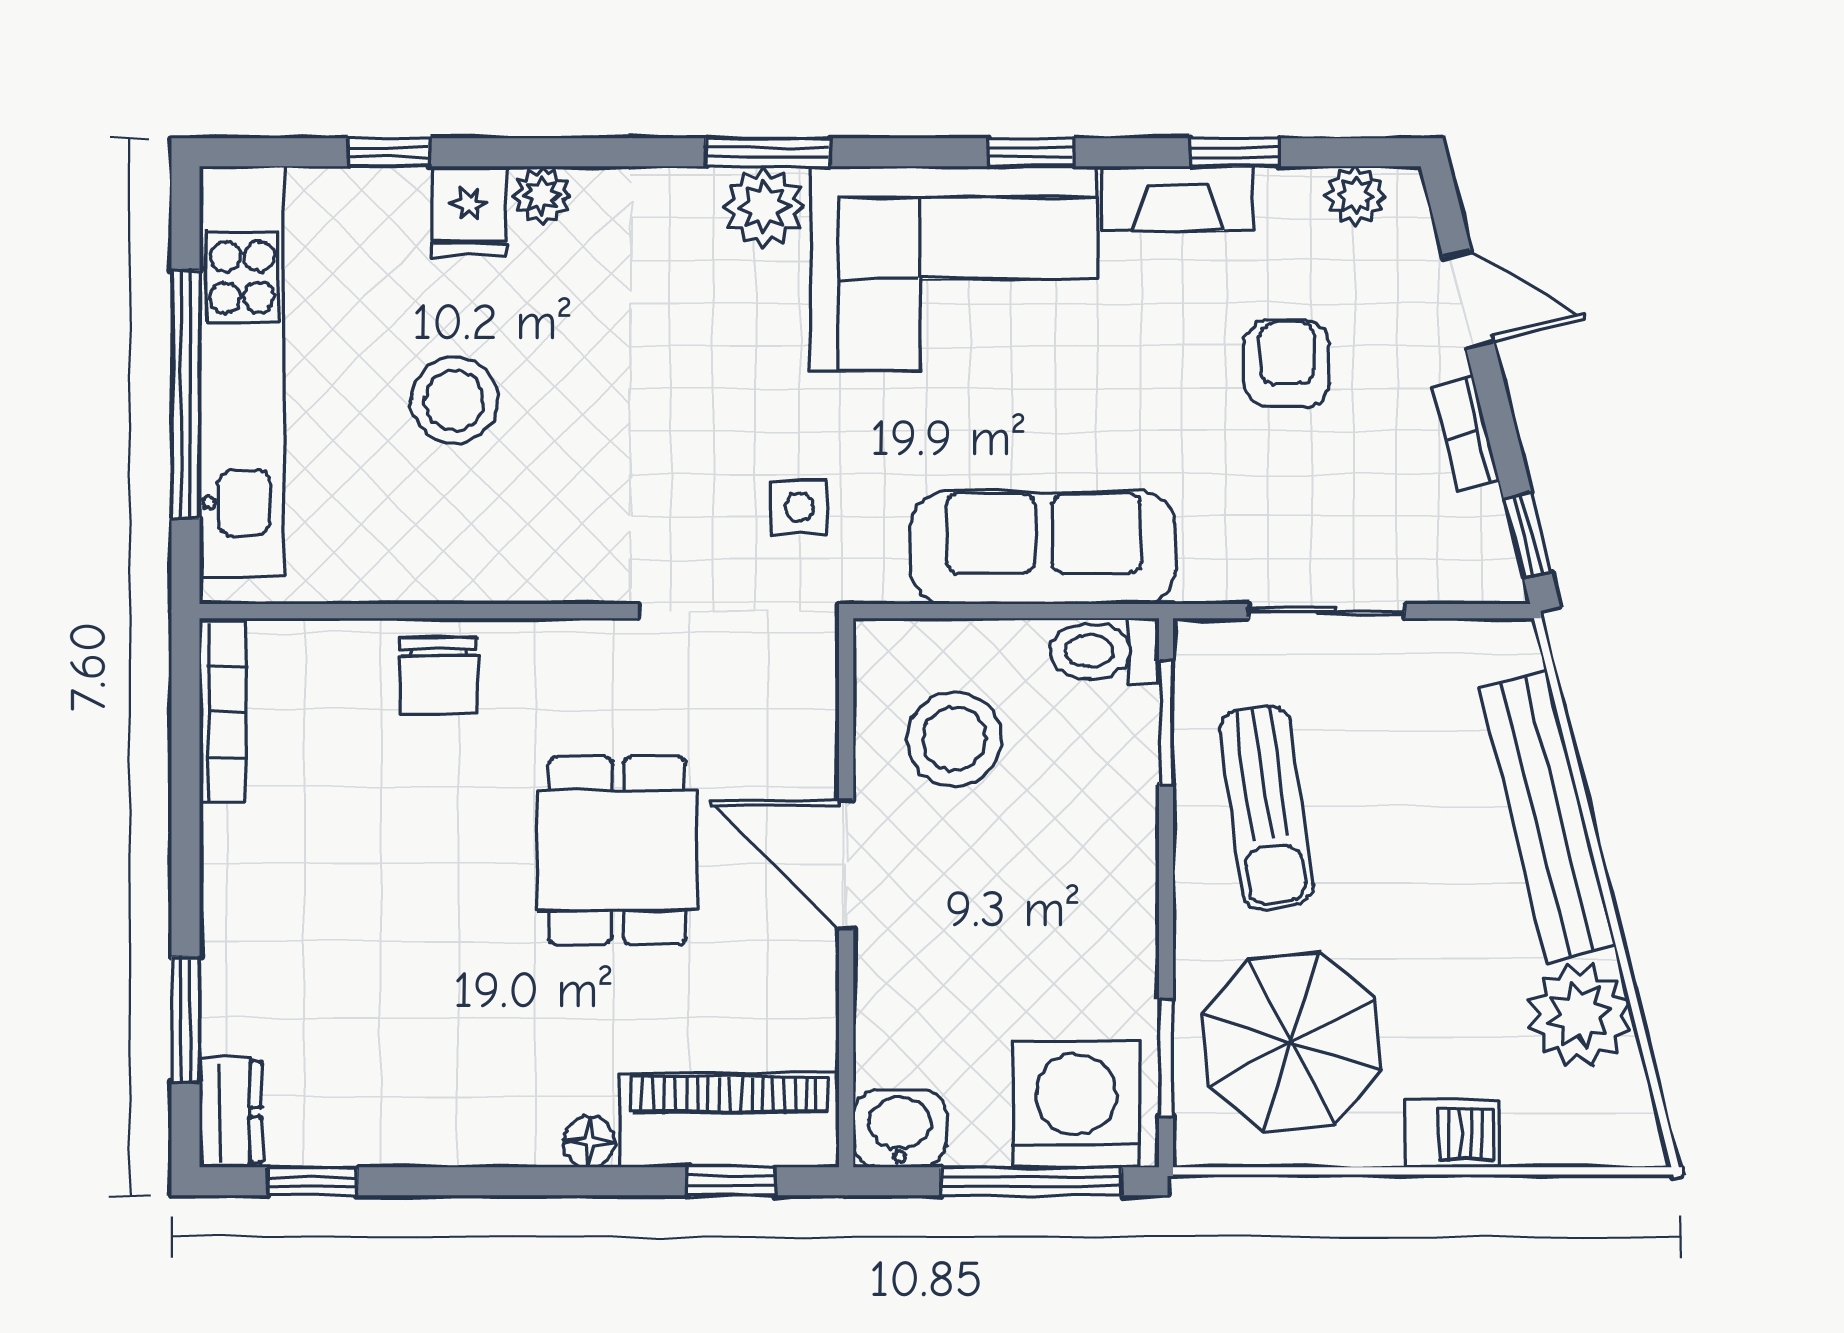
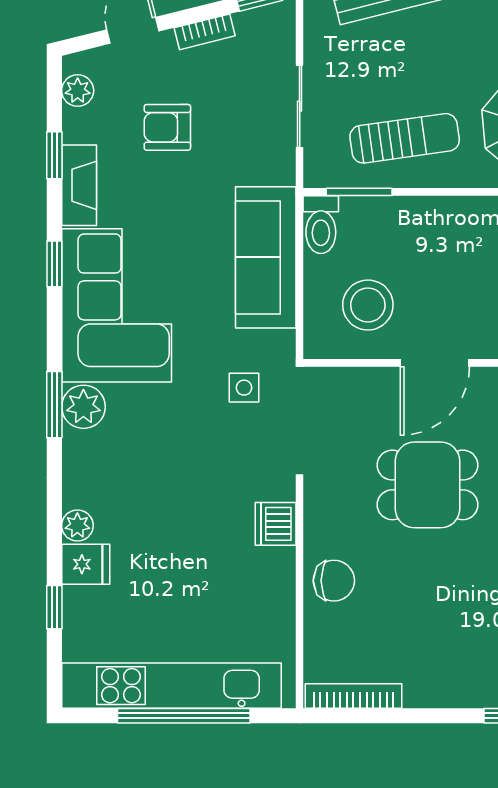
stool: (454, 400) -> (187, 572), removed
dishwasher: (545, 566) -> (276, 524), added

